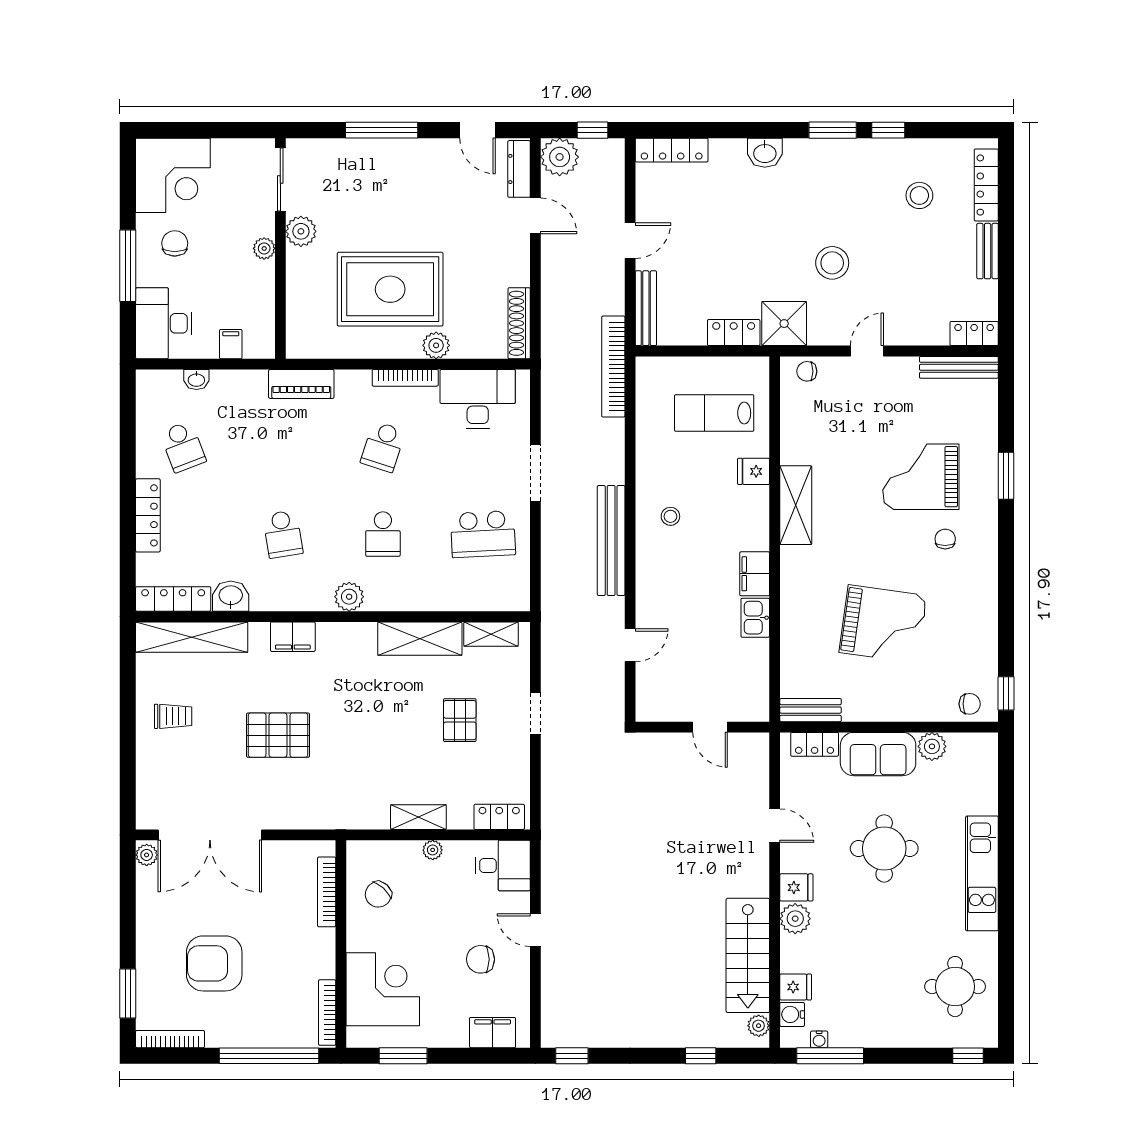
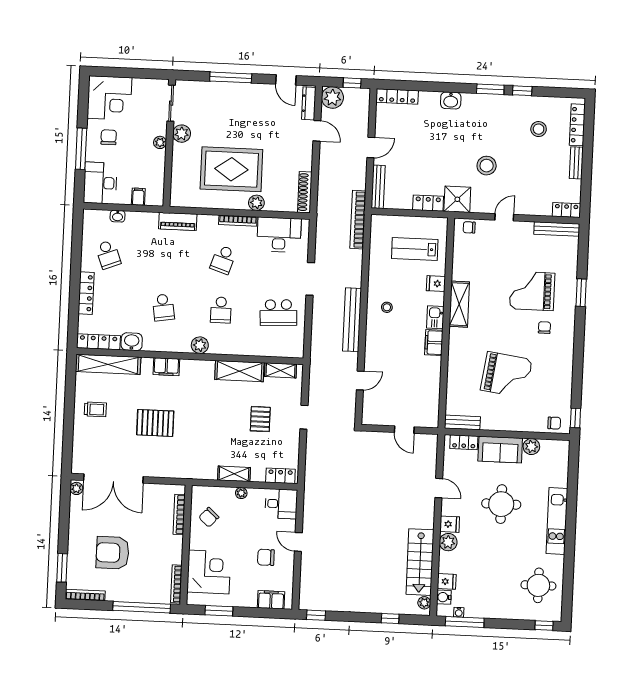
kitchen sink: (755, 618) -> (435, 317), moved

